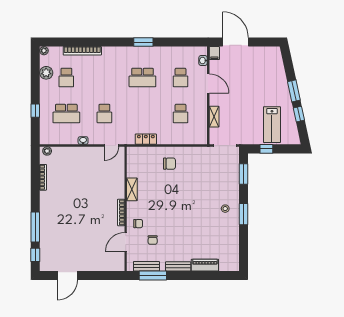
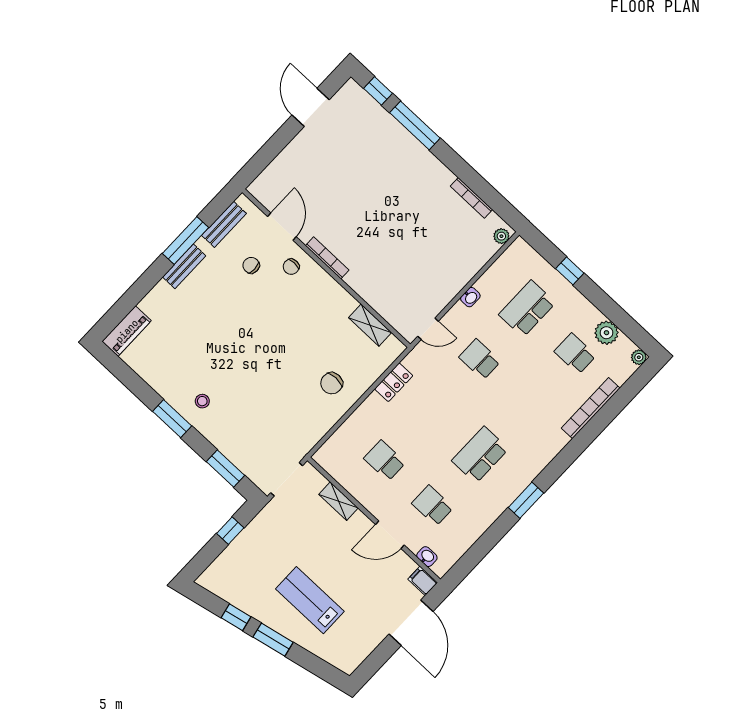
door: (235, 42) -> (411, 623), hinge flipped
lab bench: (272, 125) -> (310, 600), moved
door: (112, 146) -> (428, 329), swing flipped
shelving: (132, 189) -> (370, 325), moved
piano: (205, 265) -> (127, 331), moved
window: (153, 276) -> (186, 241), moved

